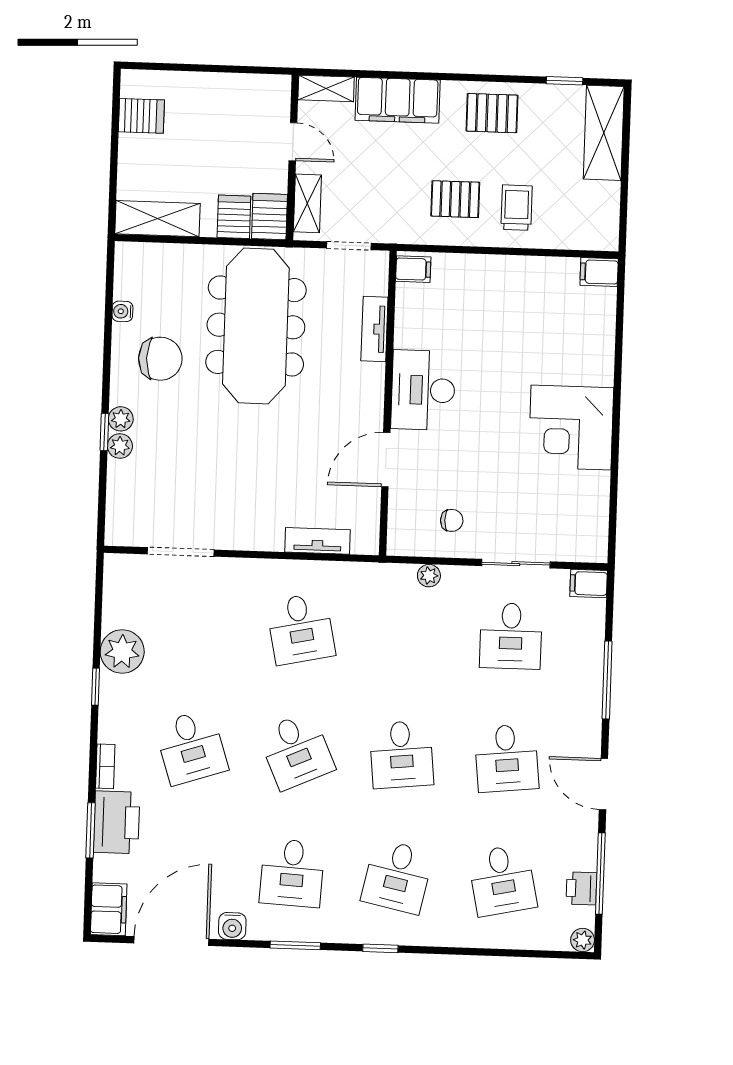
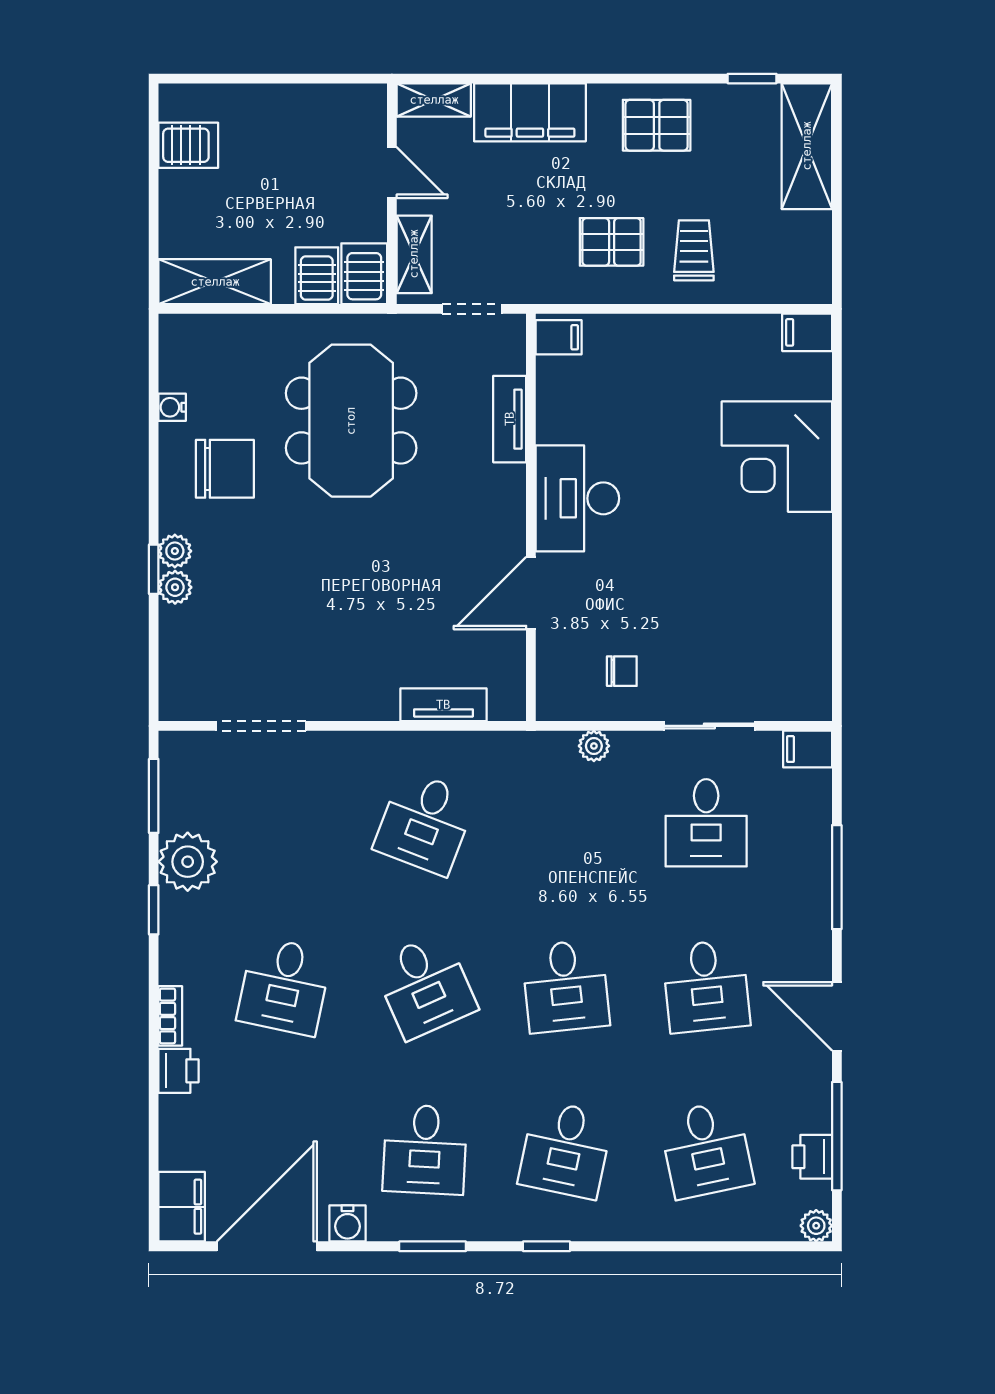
meeting table: (256, 326) -> (351, 421), width x0.73
corner desk: (571, 428) -> (777, 457), moved
desk: (301, 629) -> (425, 823), turned 33
desk: (191, 747) -> (284, 986), turned 30
printer: (117, 822) -> (178, 1071), width x0.53, depth x0.68
window: (90, 830) -> (154, 796), moved

